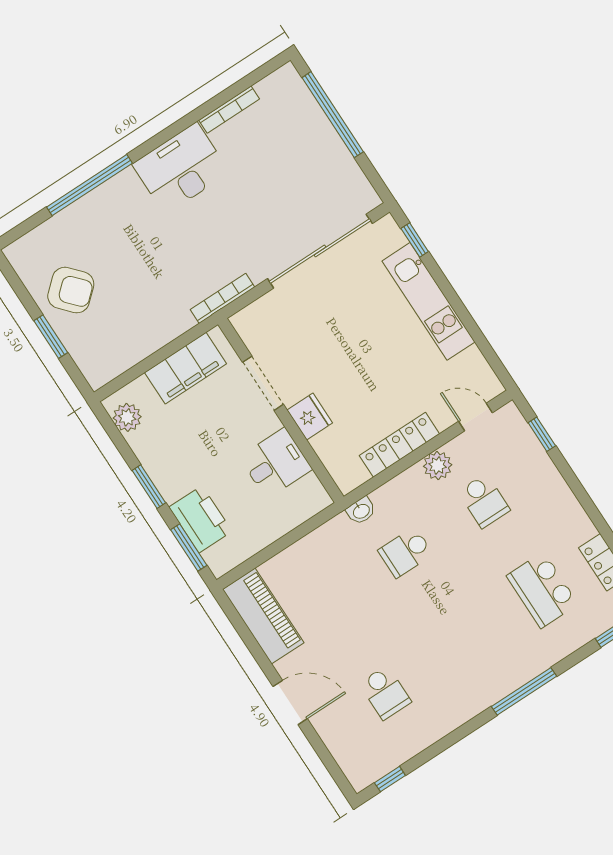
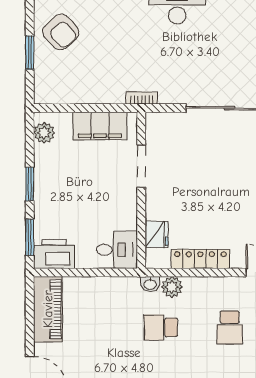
bookcase: (222, 298) -> (142, 98), width x0.64
fridge: (310, 416) -> (157, 234), moved
desk: (276, 463) -> (117, 250), moved
plant: (438, 466) -> (172, 287), moved
printer: (200, 519) -> (54, 254), moved, turned -90

